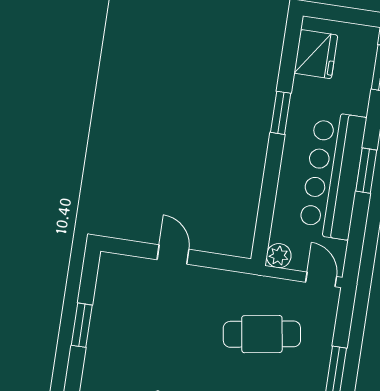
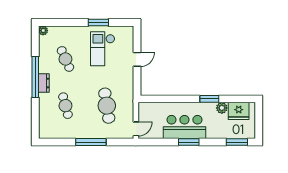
bar counter: (333, 175) -> (184, 127), width x0.73
plant: (279, 256) -> (222, 108), moved
checkout: (139, 325) -> (103, 49), added

